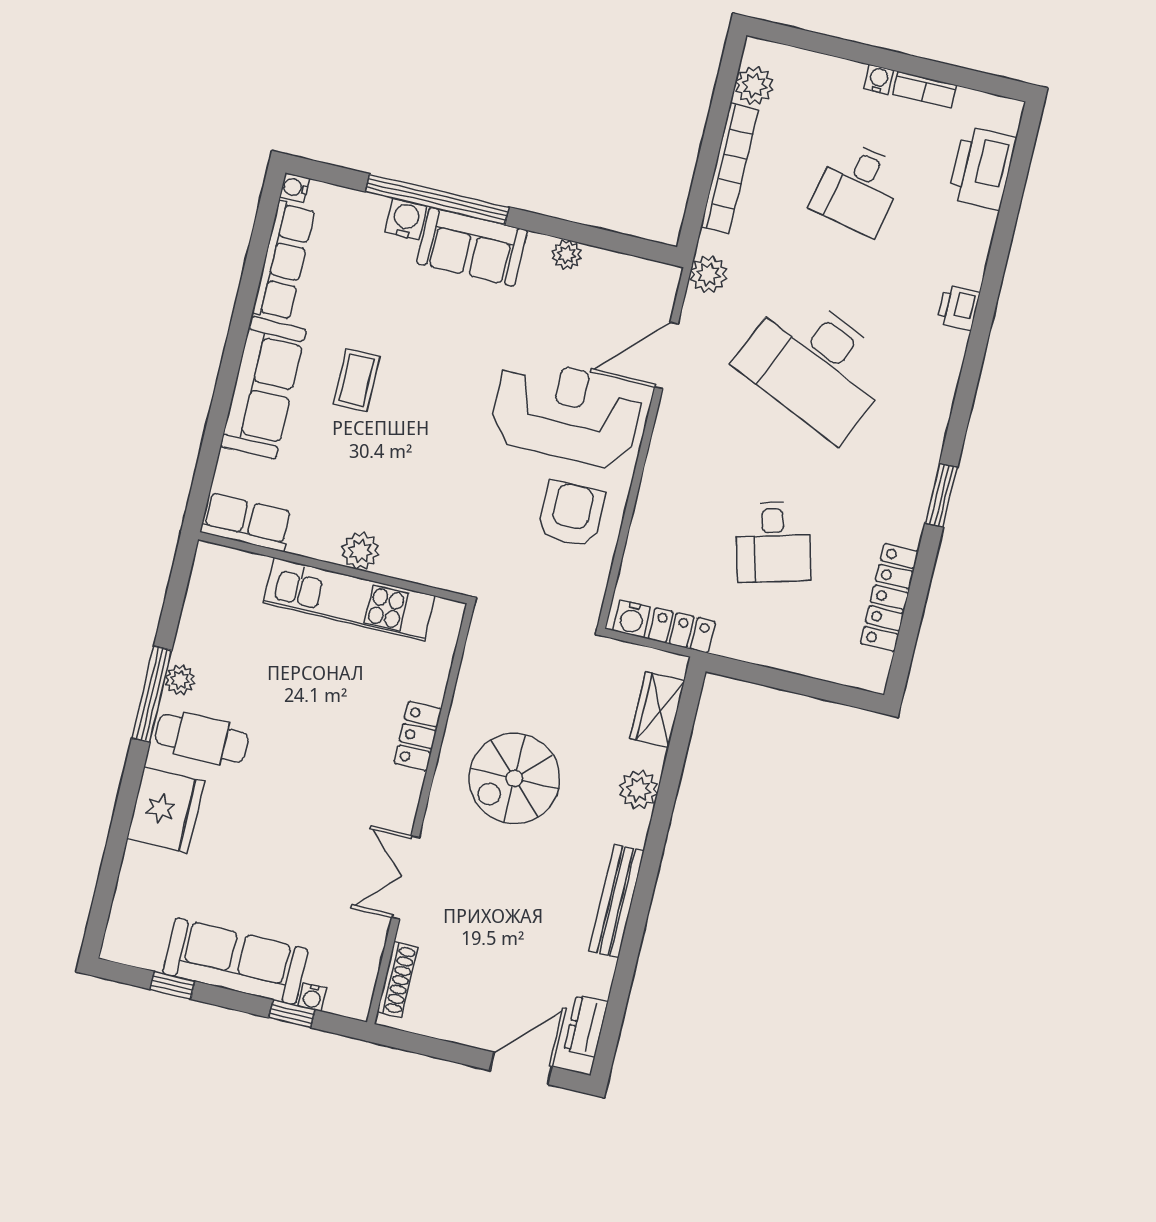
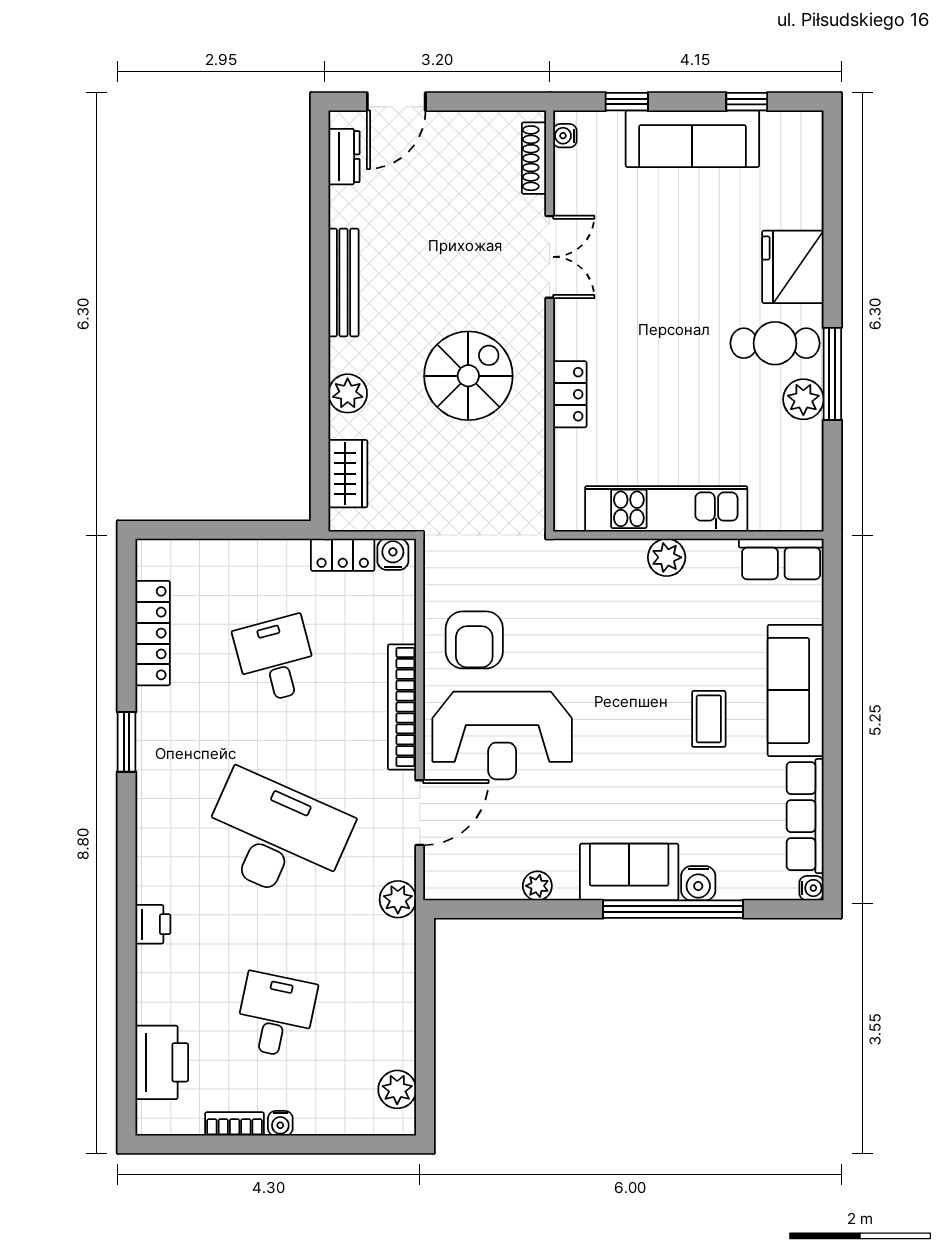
bookcase: (730, 168) -> (402, 707), moved
plant: (180, 680) -> (803, 399), width x1.38, depth x1.38
water cooler: (312, 997) -> (565, 136), moved, turned -90

